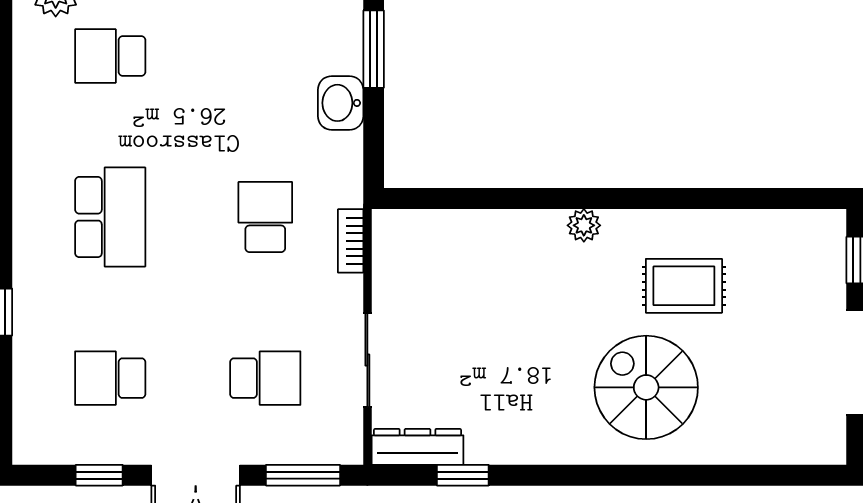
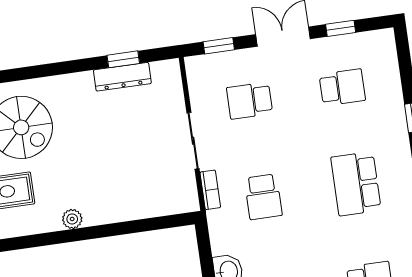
sliding door: (367, 360) -> (193, 141), moved
dresser: (417, 447) -> (122, 77), moved
window: (303, 475) -> (219, 46), width x0.67

